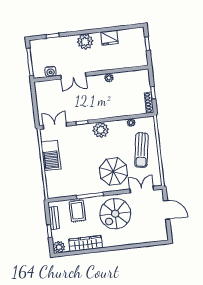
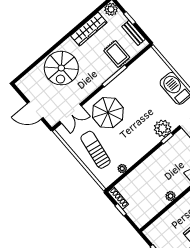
plant: (101, 130) -> (163, 128), moved
spiral stairs: (115, 214) -> (61, 68), moved, turned 180

